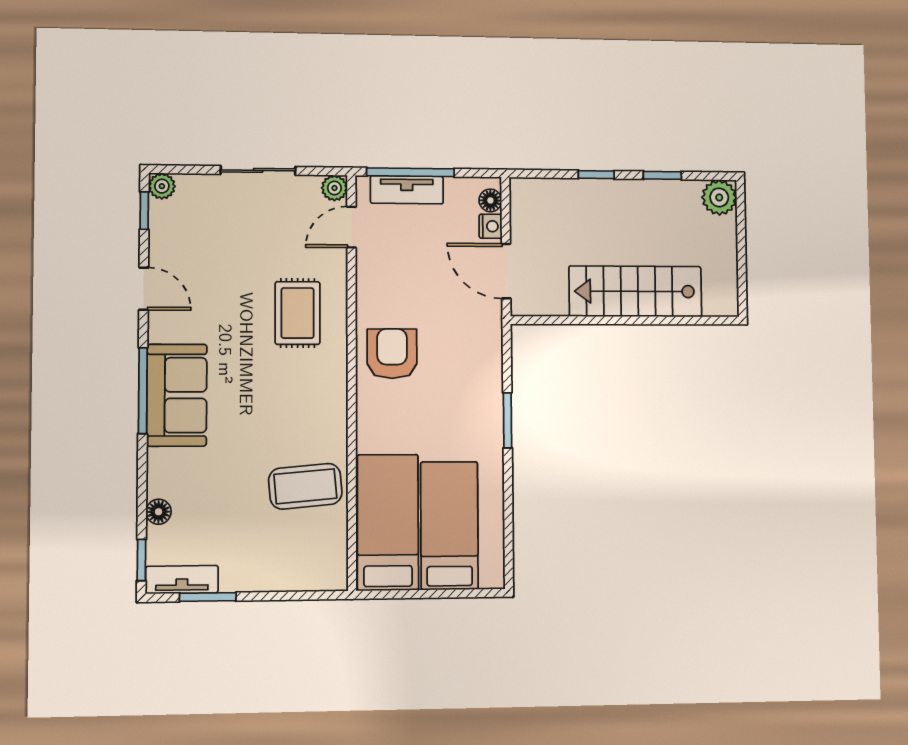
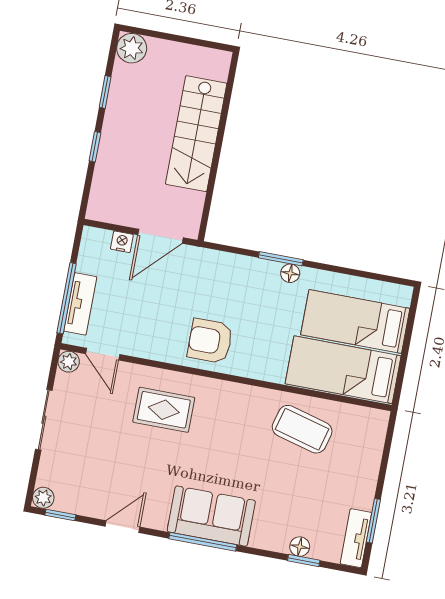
floor lamp: (490, 200) -> (290, 273), moved
coffee table: (305, 486) -> (302, 429), turned -70
window: (141, 560) -> (304, 561), moved

